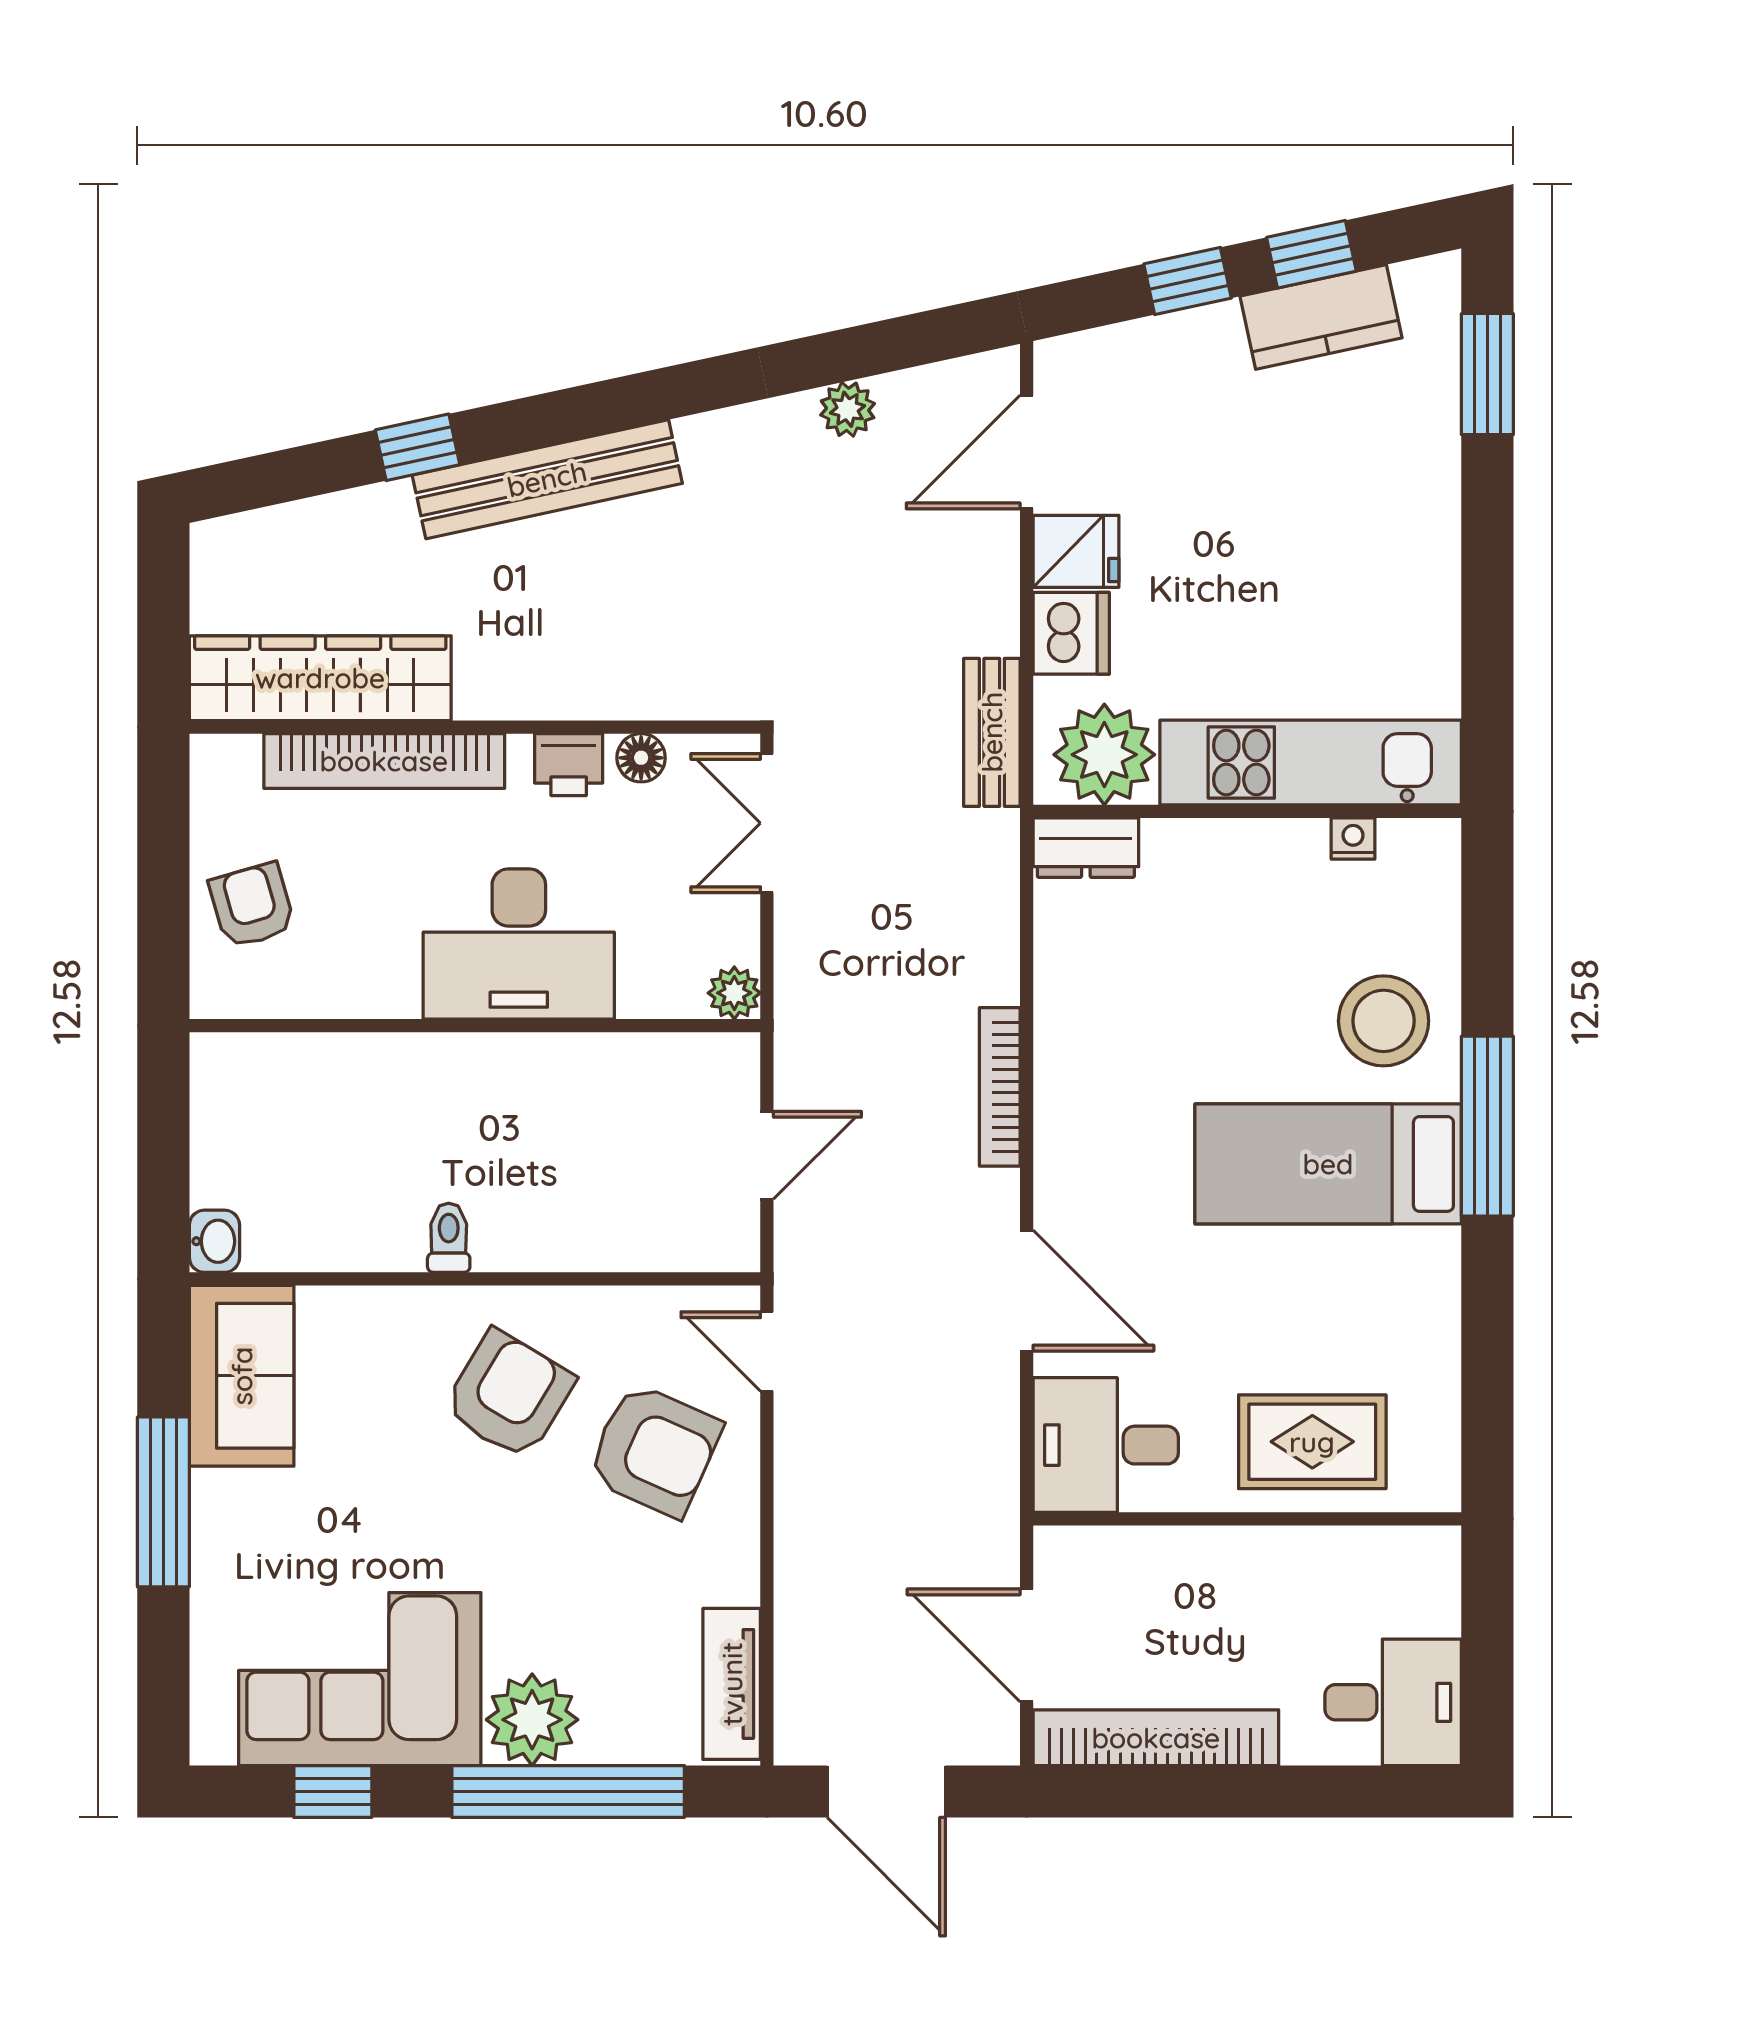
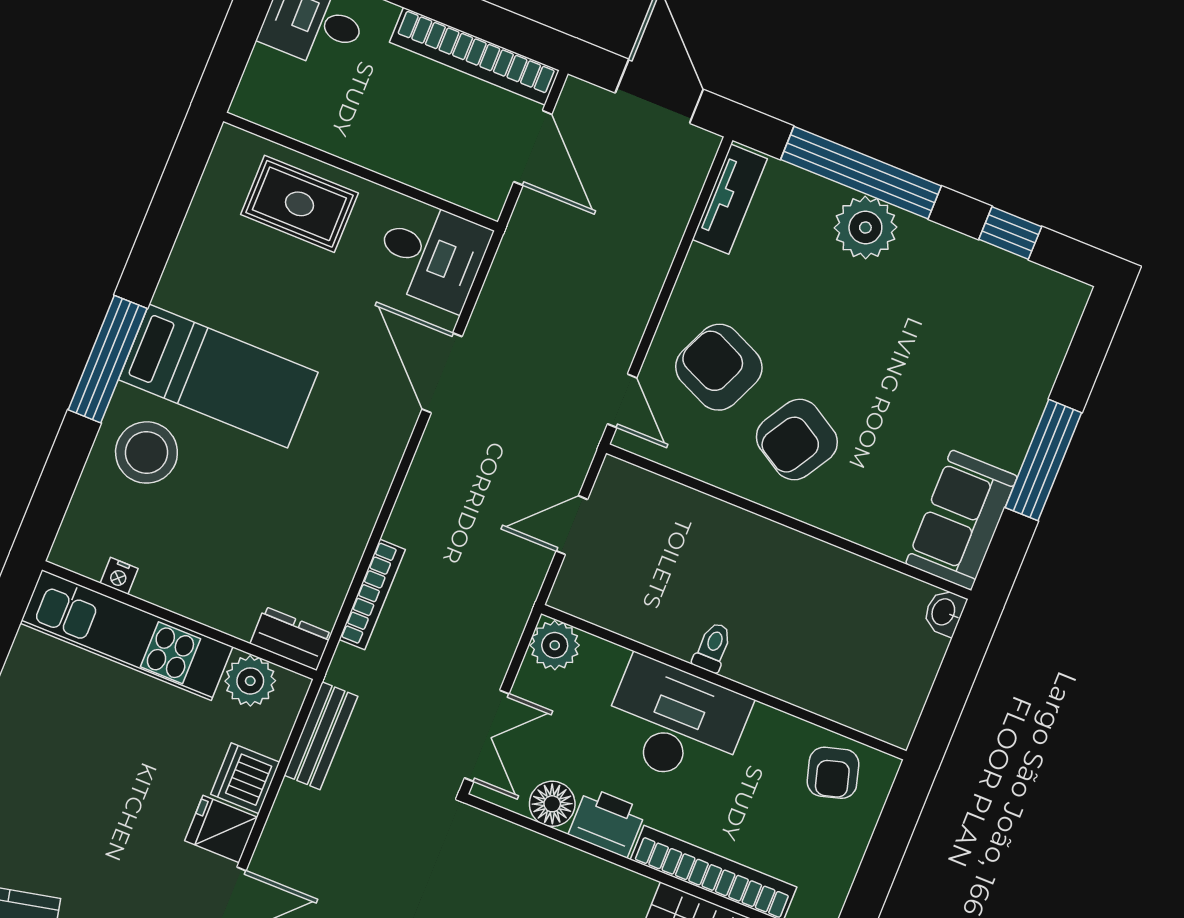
plant: (1104, 755) -> (250, 681), width x0.73, depth x0.73
floor lamp: (641, 758) -> (552, 804), width x1.37, depth x1.37
printer: (569, 765) -> (607, 822), width x1.36, depth x1.24
armchair: (252, 905) -> (833, 773), moved
plant: (734, 993) -> (555, 645), width x1.38, depth x1.38
bookcase: (1000, 1087) -> (372, 594), moved
toilet: (449, 1238) -> (713, 647), moved, turned 180
corner sofa: (360, 1679) -> (964, 297), removed

